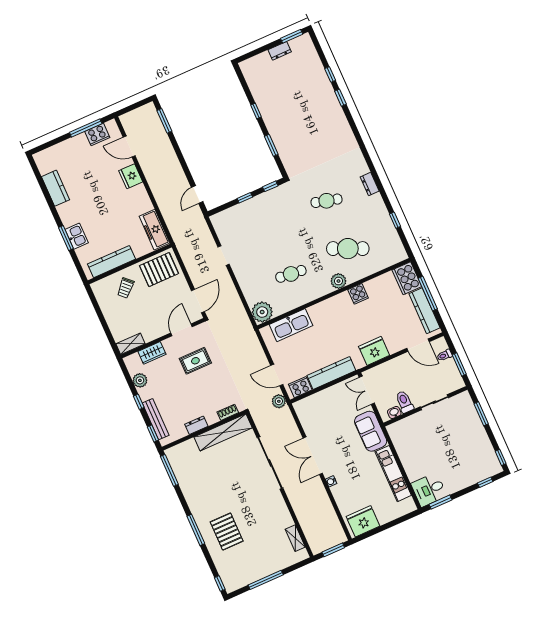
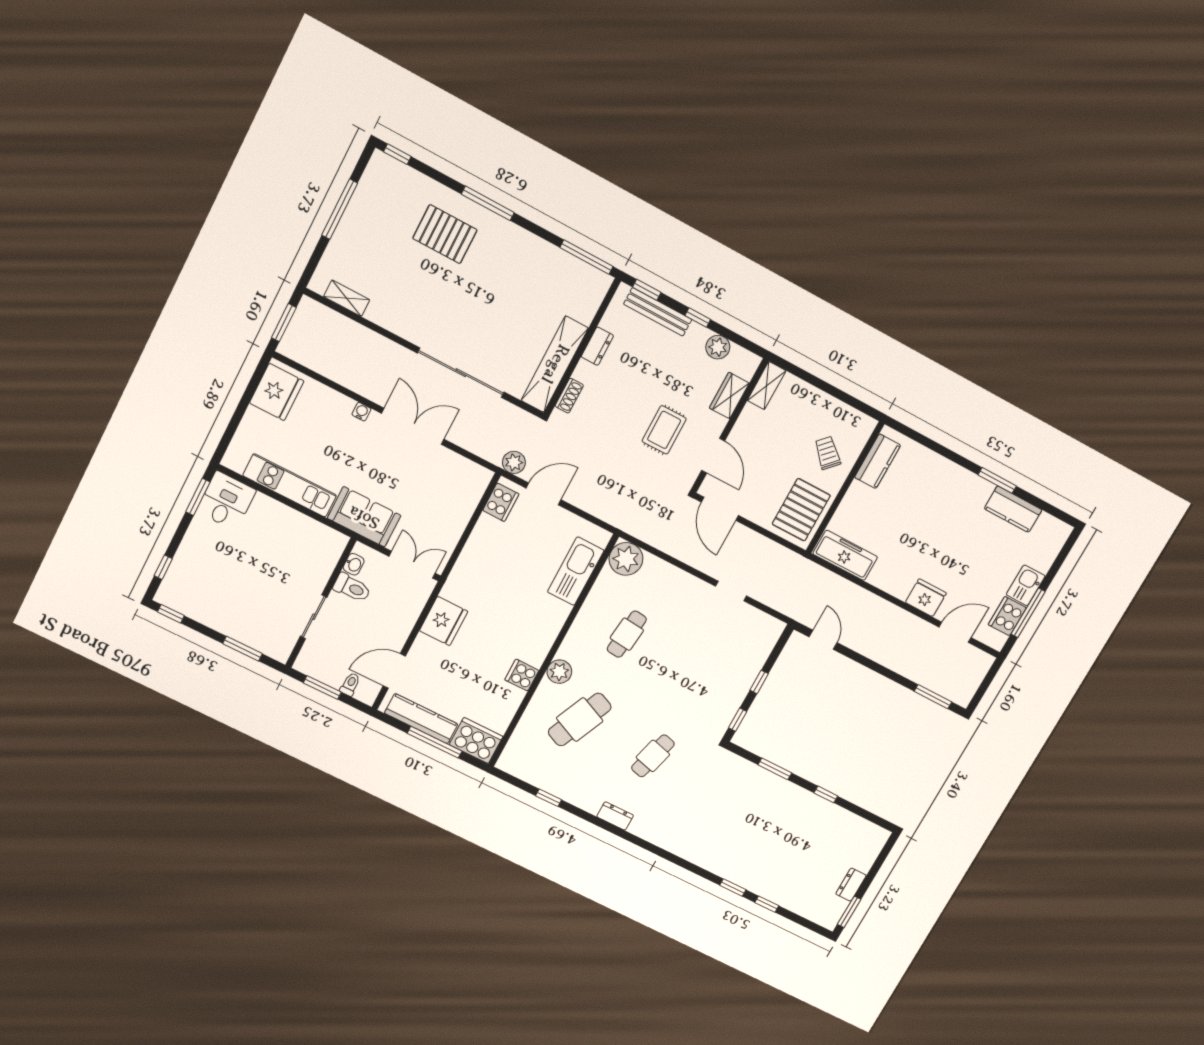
kitchen sink: (77, 236) -> (1026, 585), moved, turned 90
window: (66, 238) -> (997, 480), moved
kitchen counter: (111, 262) -> (878, 461), width x0.67
kitchen counter: (331, 373) -> (475, 551), removed

